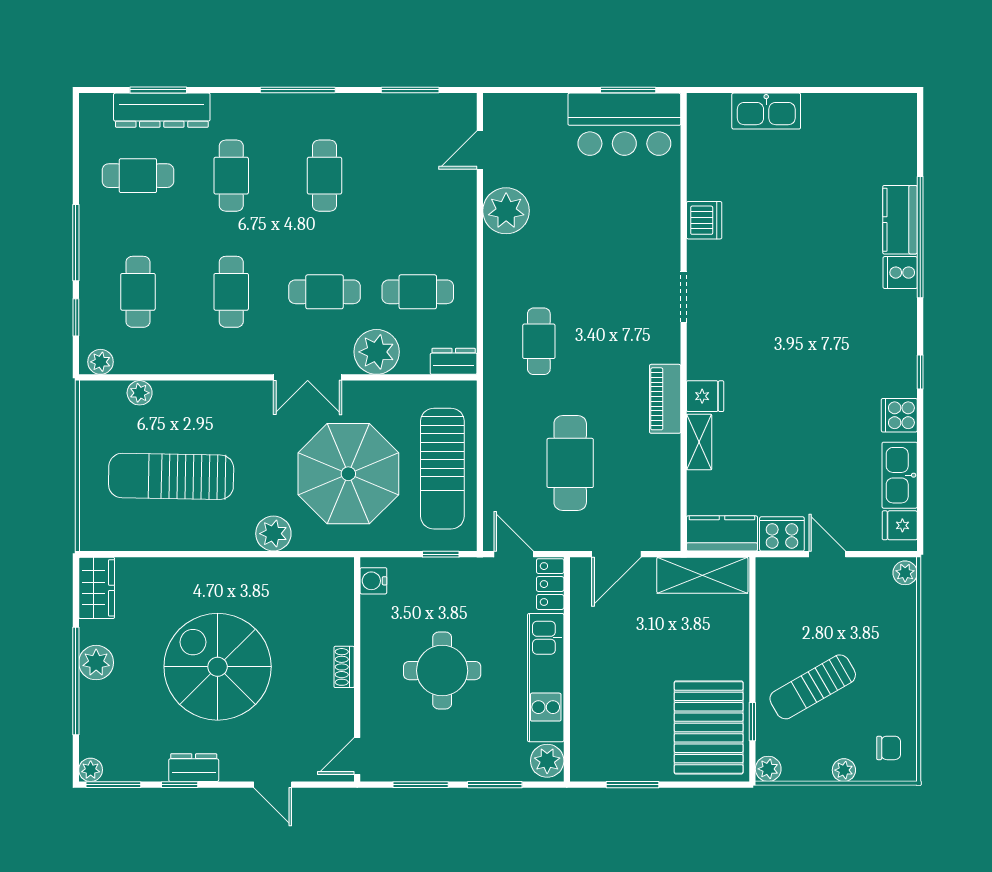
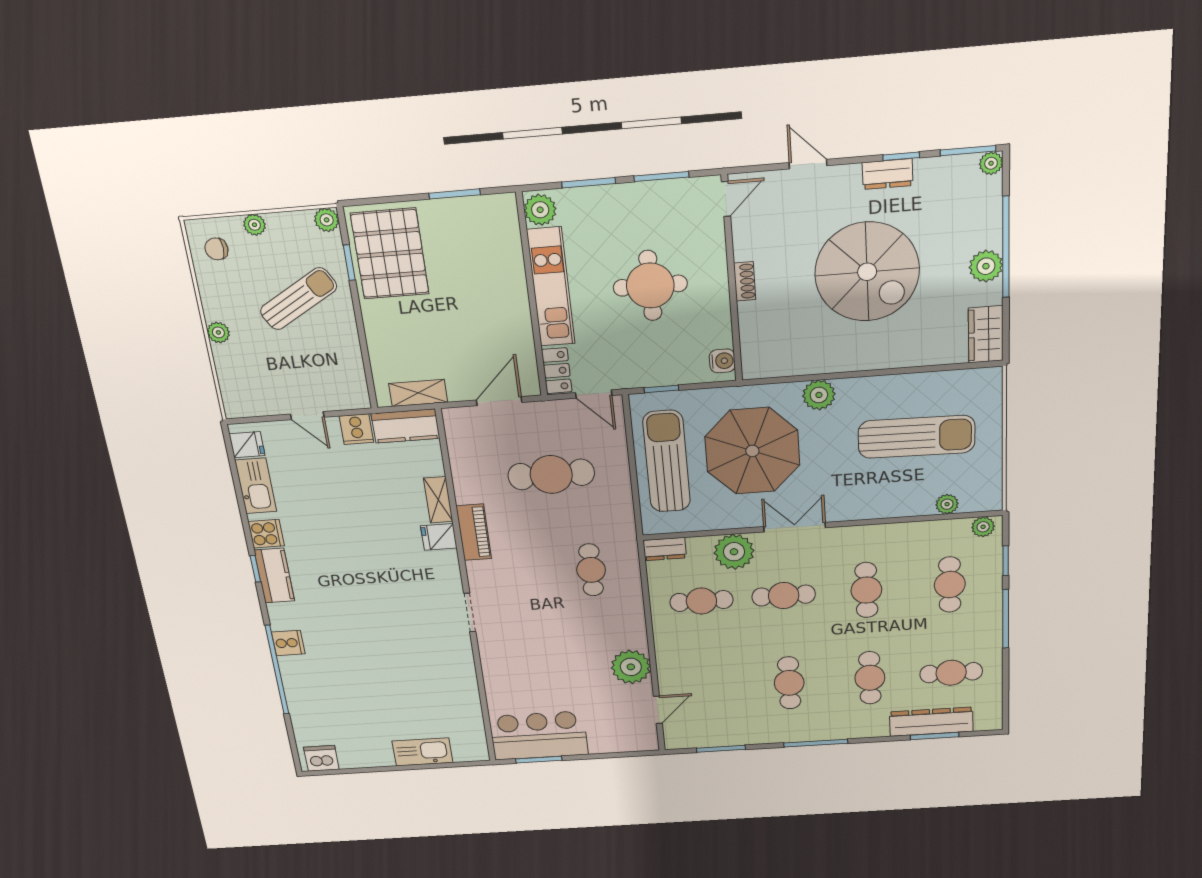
dishwasher: (704, 220) -> (321, 758), moved, turned 90
kitchen counter: (900, 220) -> (274, 576), moved
cafe table: (570, 463) -> (551, 474), turned 90
cooker: (782, 534) -> (357, 429), width x0.73
plant: (905, 573) -> (218, 332), moved
shelving: (702, 575) -> (418, 393), width x0.67, depth x0.75

